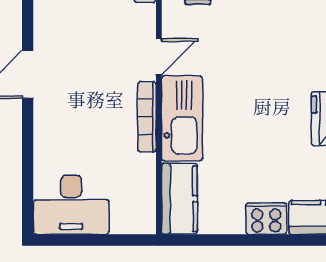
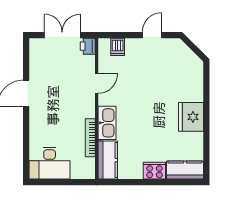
bookcase: (147, 117) -> (90, 138), moved
kitchen sink: (182, 118) -> (107, 123), width x0.73, depth x0.81

